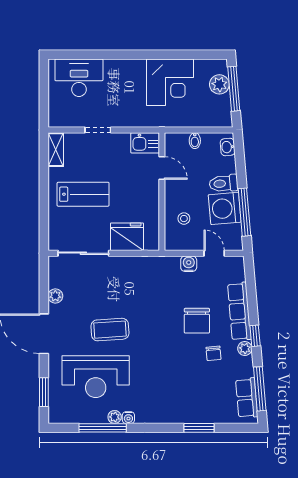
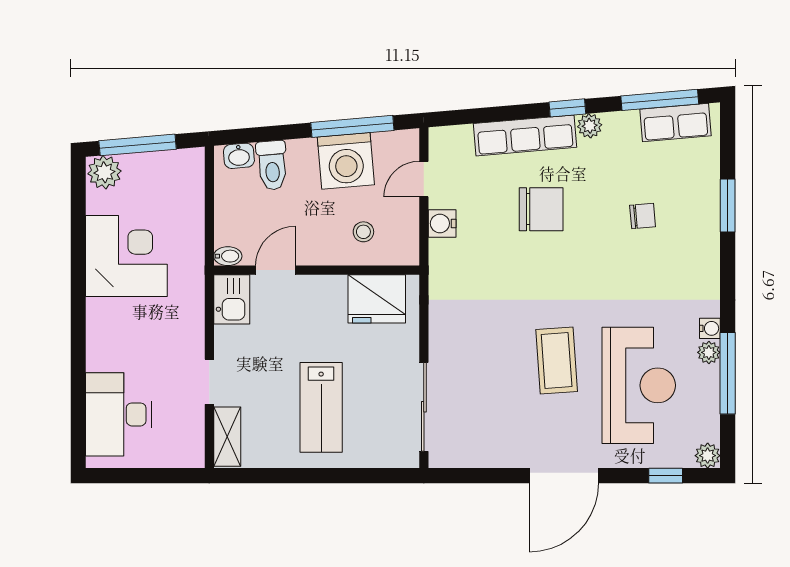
plant: (219, 84) -> (104, 172), moved
bidet: (195, 141) -> (228, 256), moved
shelving: (56, 150) -> (227, 437), moved, turned 90
toilet: (224, 183) -> (272, 165), moved
lab bench: (83, 194) -> (321, 407), turned 180
fridge: (127, 237) -> (377, 299), moved, turned -90
plant: (55, 296) -> (708, 456), moved
chair: (213, 353) -> (643, 216), moved
window: (44, 392) -> (666, 476), width x0.67

